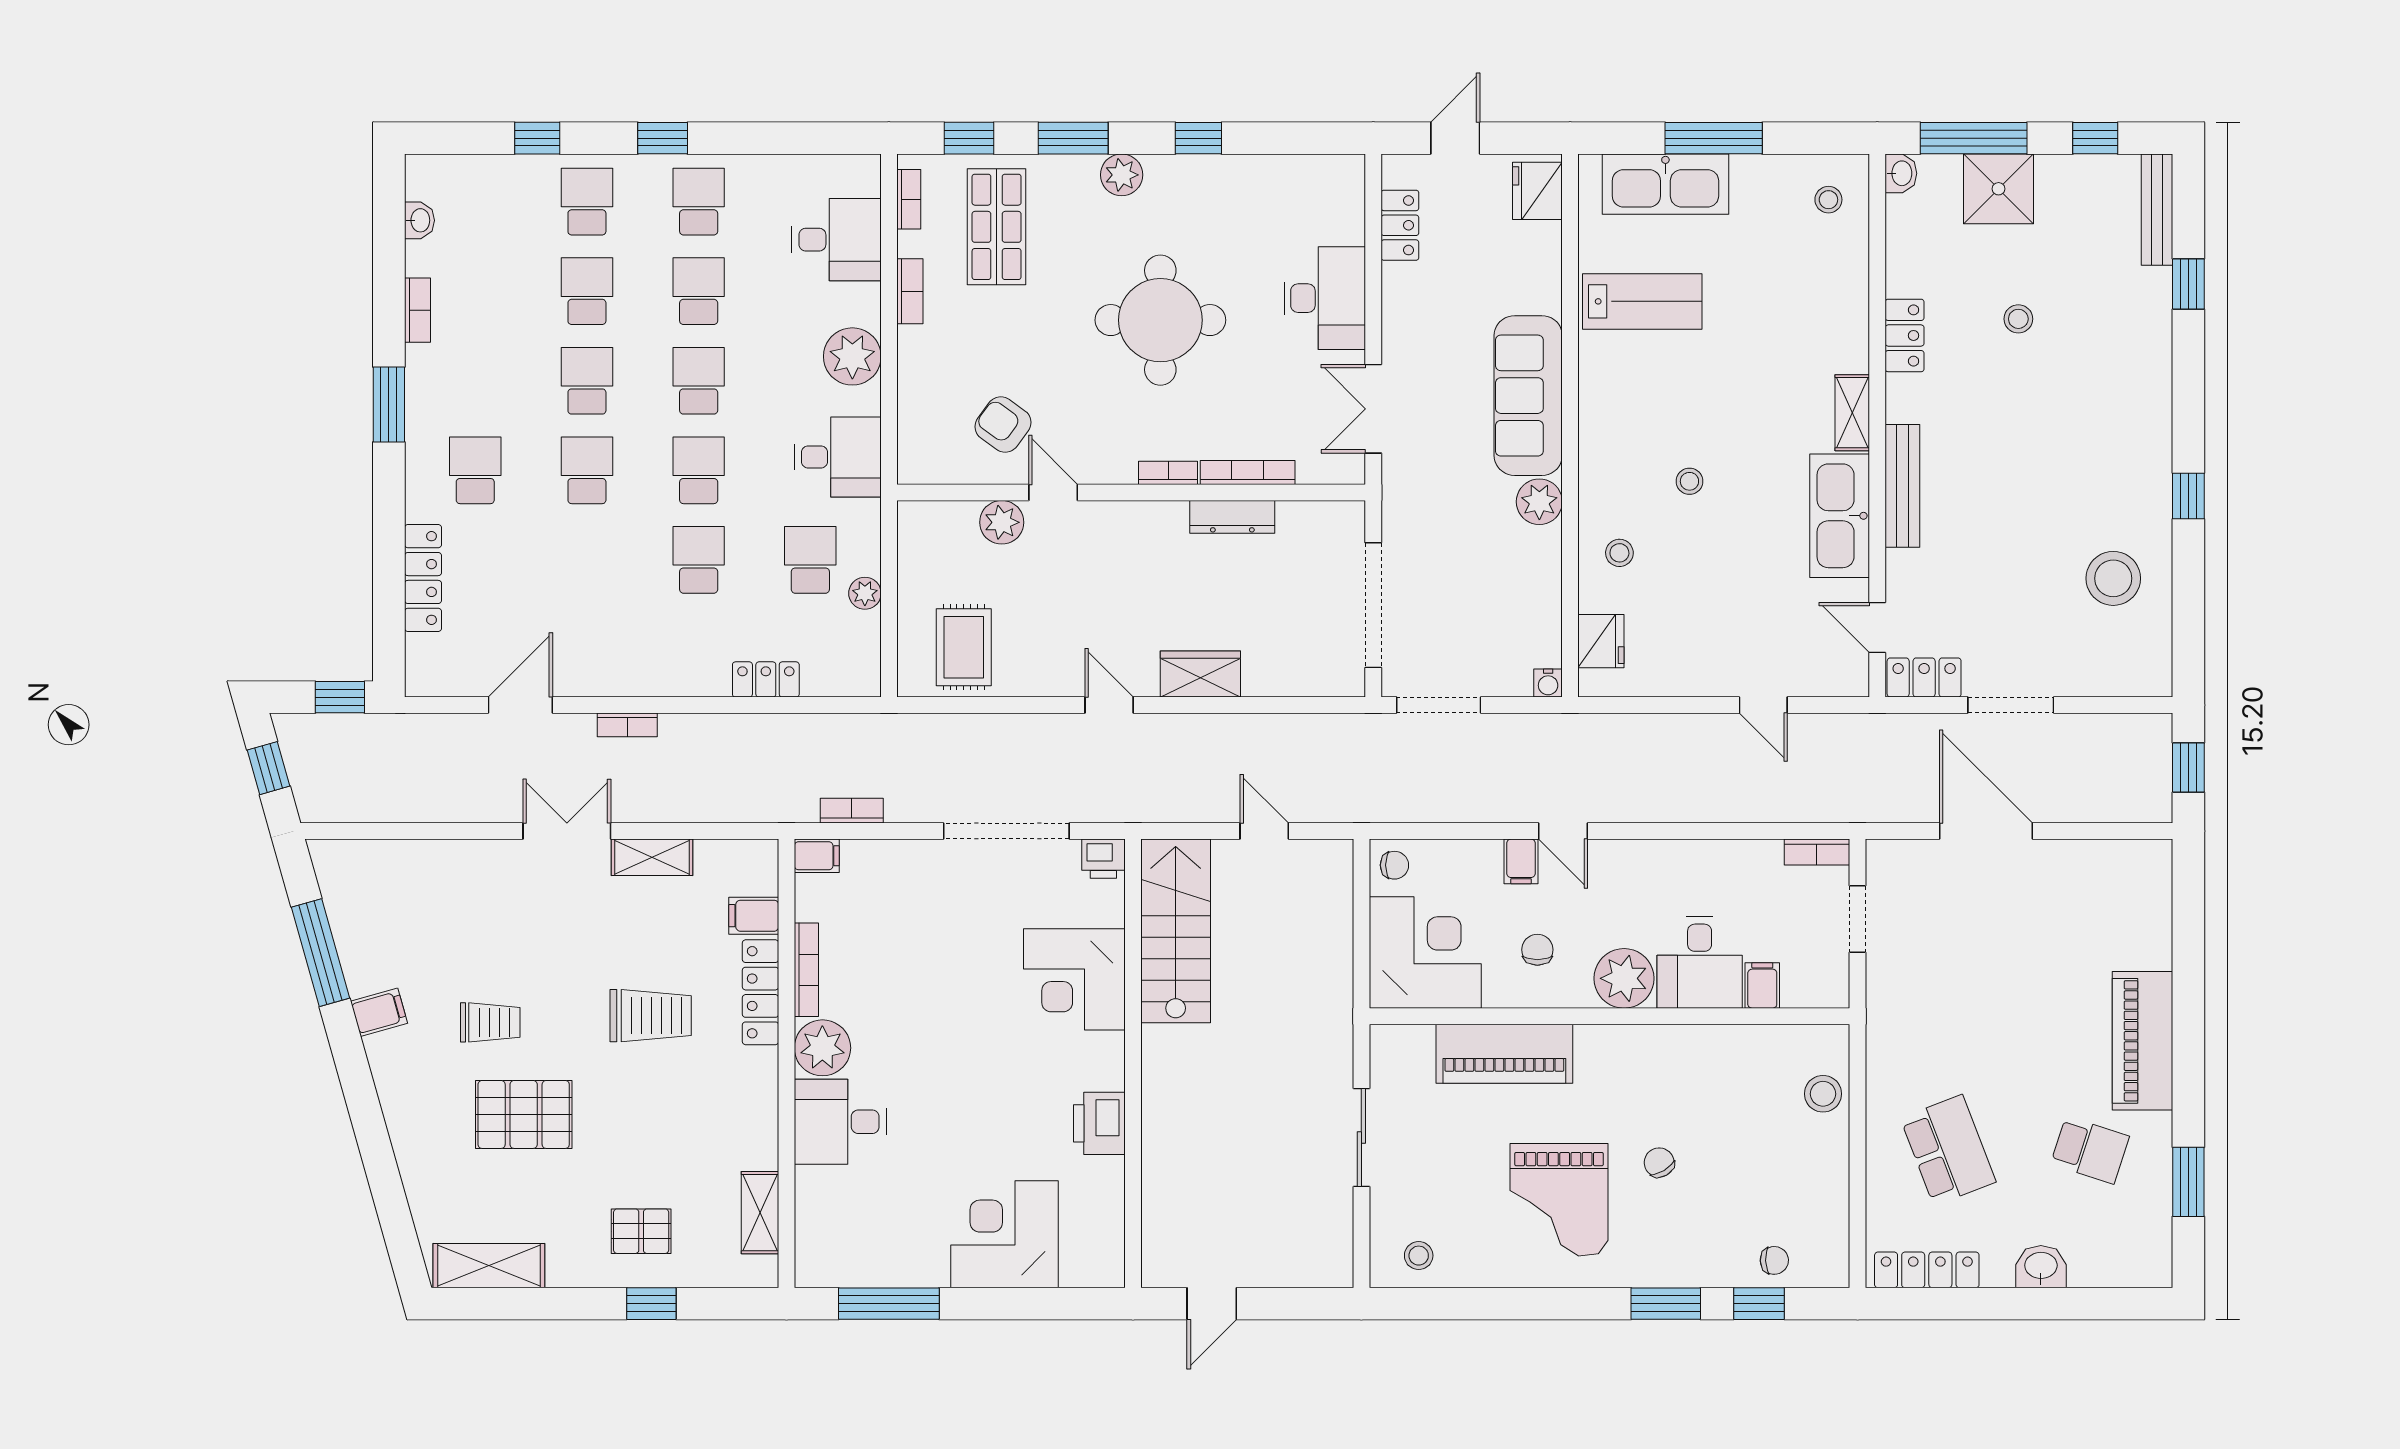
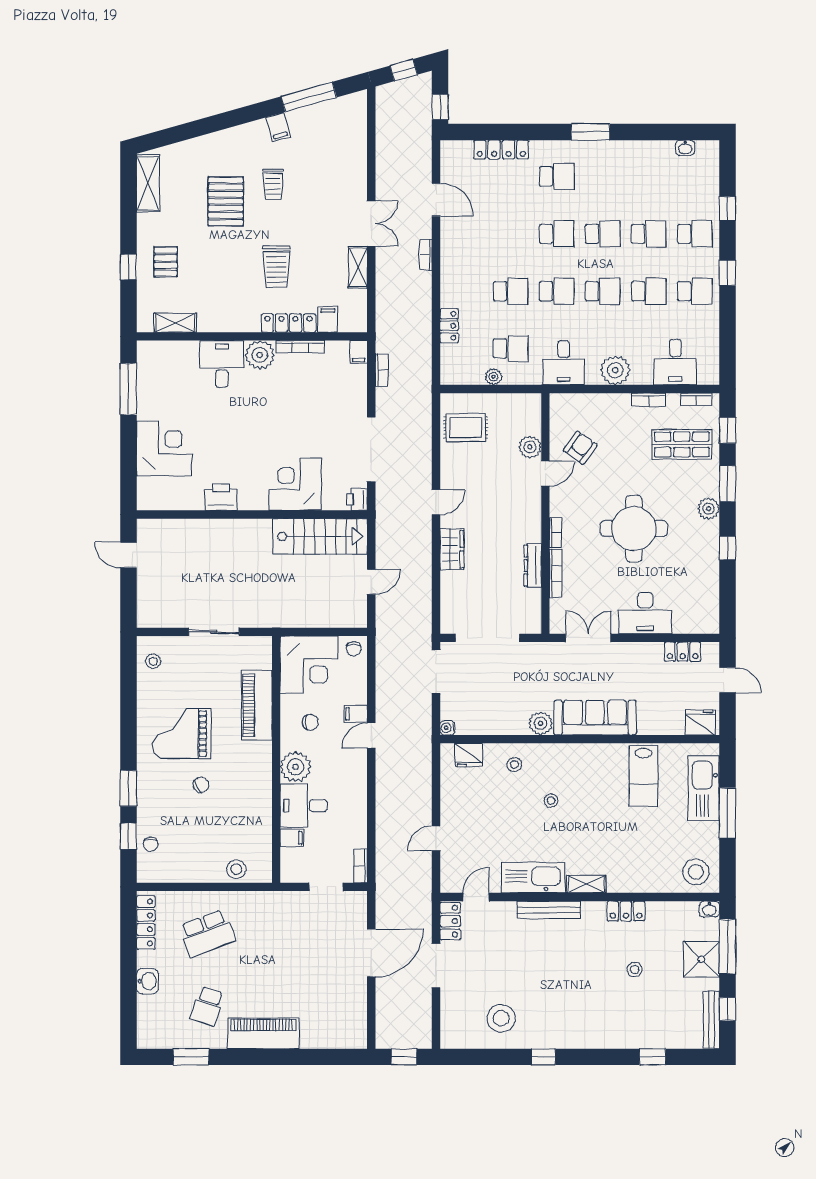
stool: (1828, 200) -> (696, 872), width x1.89, depth x1.89
bench: (2157, 210) -> (711, 1020), moved, turned 90
bookcase: (417, 310) -> (639, 147), removed

